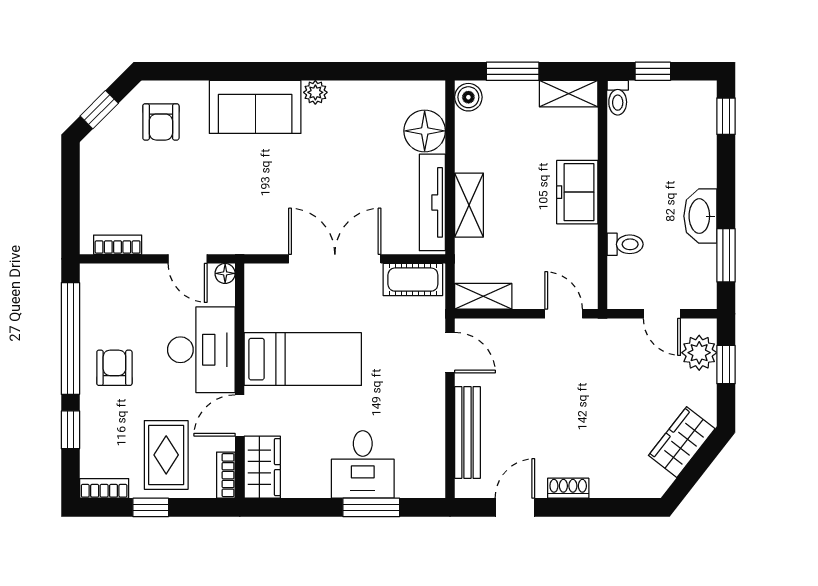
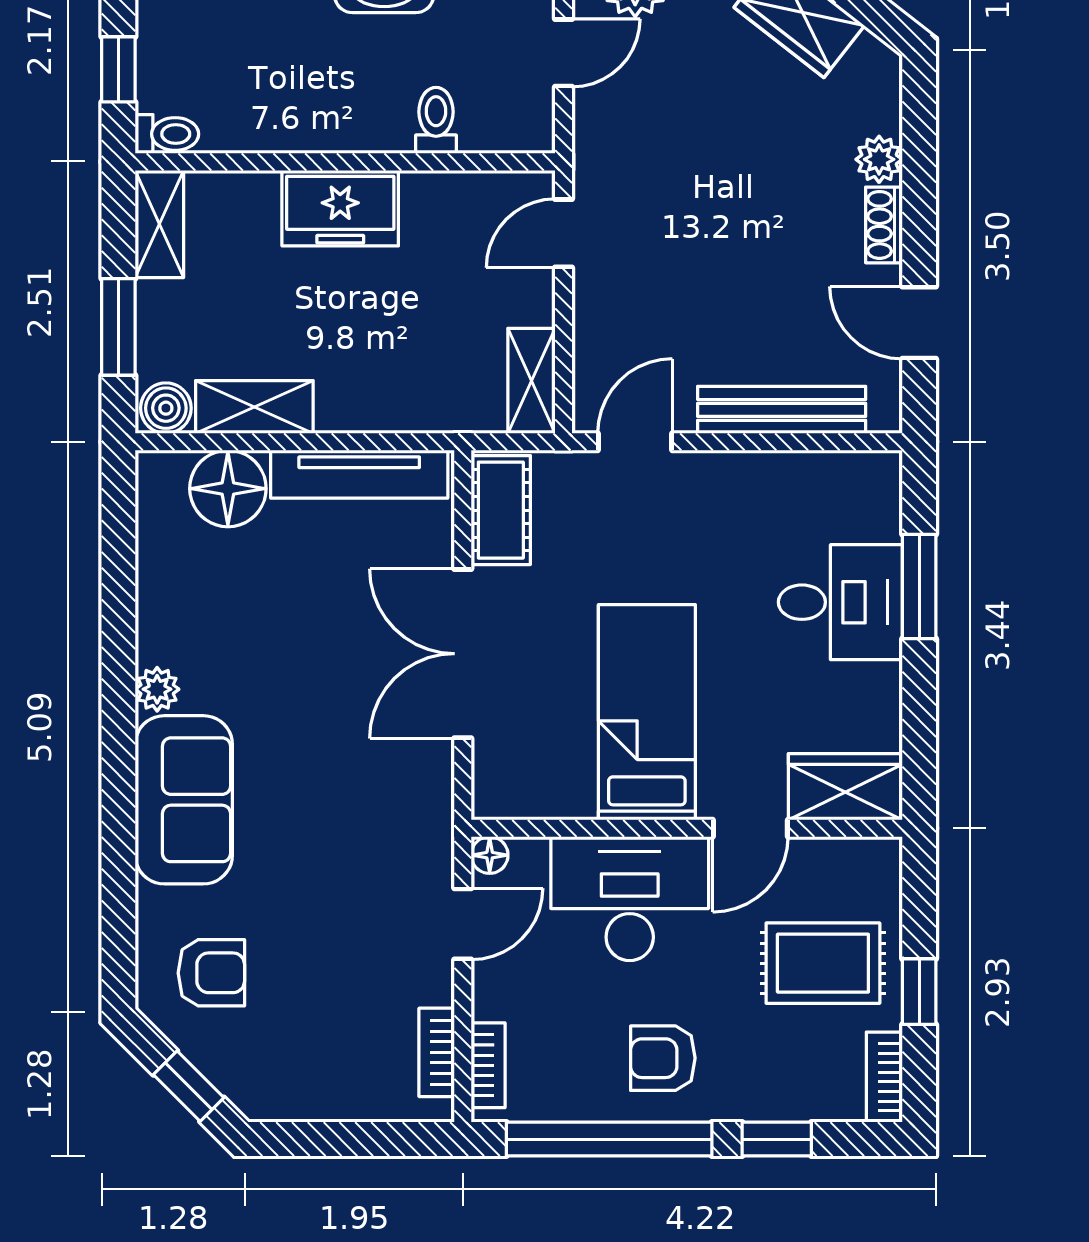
shelving: (469, 205) -> (254, 407), moved
door: (240, 415) -> (750, 828), hinge flipped
bookcase: (226, 475) -> (488, 1065), moved, turned -90
plant: (604, 486) -> (879, 159), added

